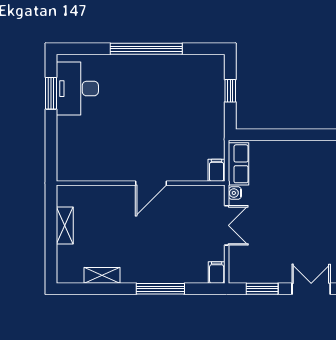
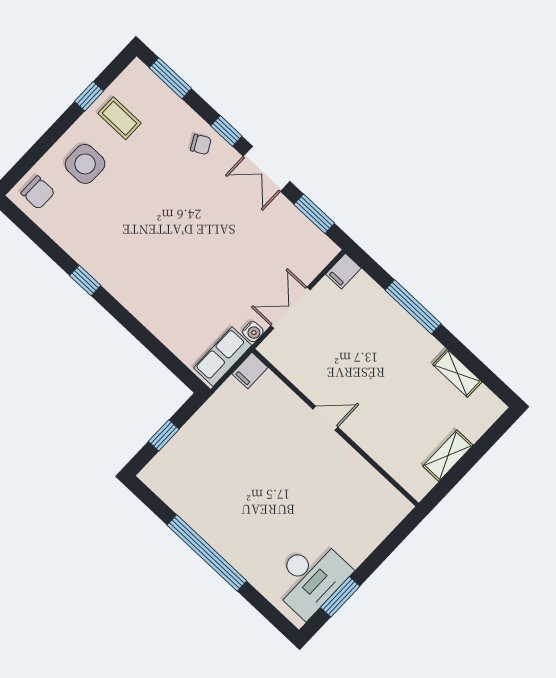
door: (151, 183) -> (325, 418), width x0.73

